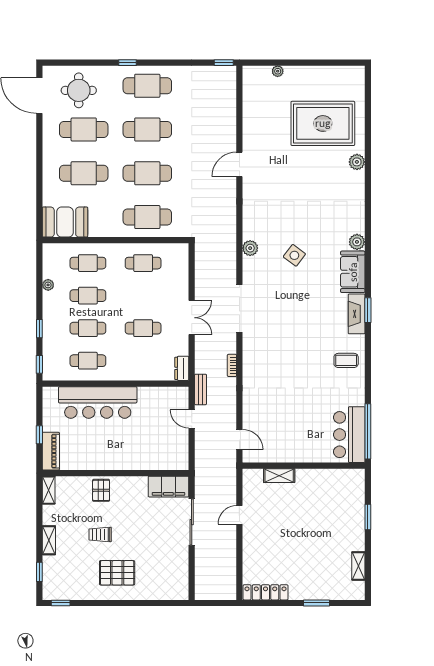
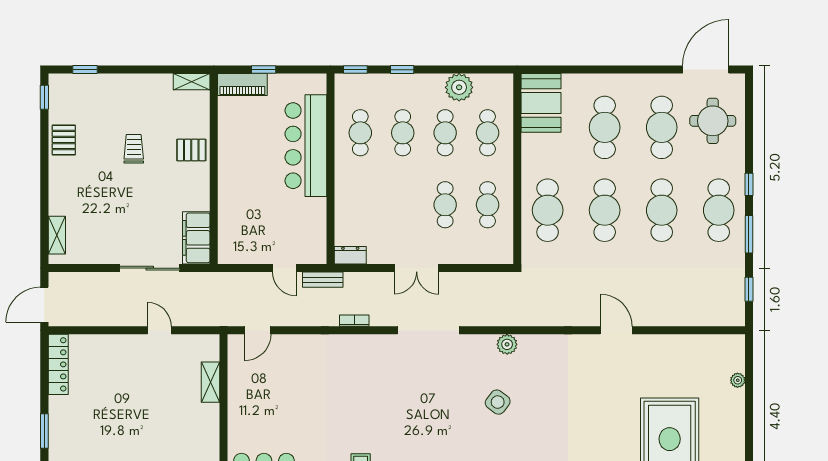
window: (166, 63) -> (749, 234), added
window: (224, 63) -> (749, 289), moved
plant: (48, 285) -> (459, 87), width x1.88, depth x1.88
cafe table: (143, 328) -> (445, 205), moved
door: (192, 419) -> (284, 268), swing flipped
shelving: (49, 540) -> (57, 235), moved, turned 90
pallet: (117, 573) -> (64, 140), moved, width x0.67, depth x0.71
door: (220, 603) -> (44, 305), added

